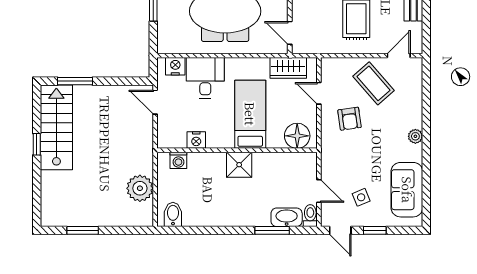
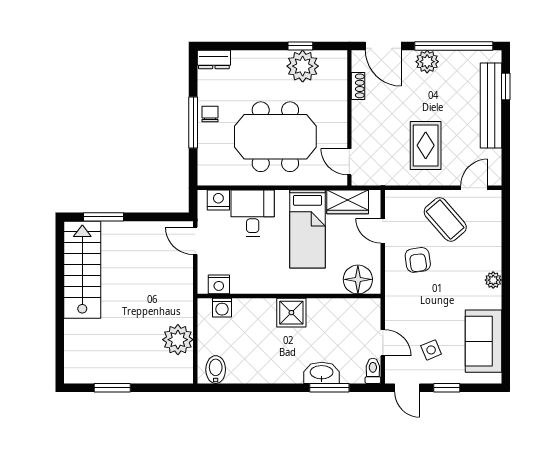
bed: (250, 114) -> (307, 229), moved, turned 180
nightstand: (196, 140) -> (219, 284), moved
window: (37, 144) -> (60, 289), removed
washbasin: (287, 217) -> (322, 373), moved

